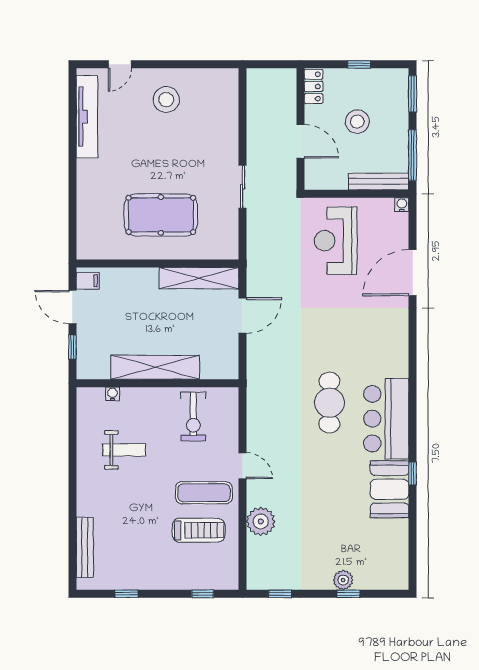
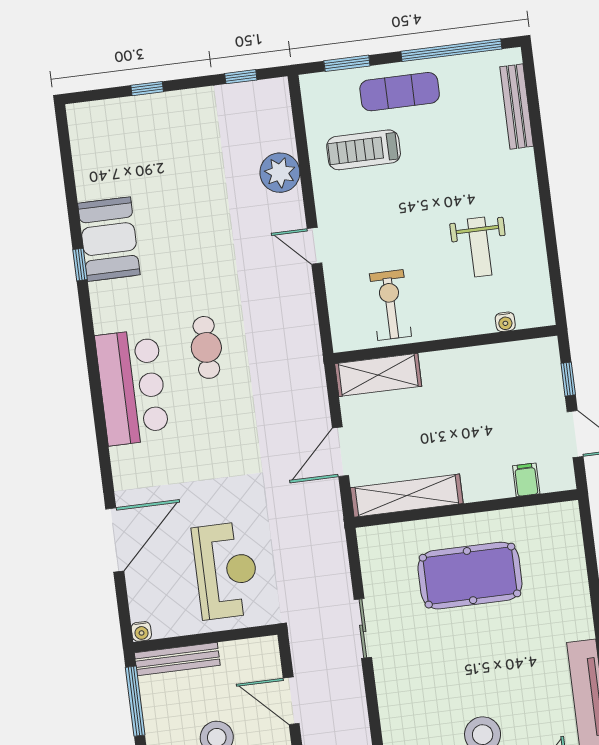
filing cabinet: (88, 281) -> (526, 480), moved, turned 90
shelving: (155, 367) -> (378, 375), moved, width x0.68
cafe table: (329, 403) -> (206, 347), width x0.73, depth x0.74
bar counter: (386, 419) -> (132, 387), moved
weight bench: (124, 450) -> (480, 247), turned -90
exercise mat: (204, 493) -> (400, 92), moved
plant: (343, 580) -> (157, 107), removed
window: (126, 594) -> (451, 50), width x3.17
window: (203, 594) -> (347, 63), width x1.50

